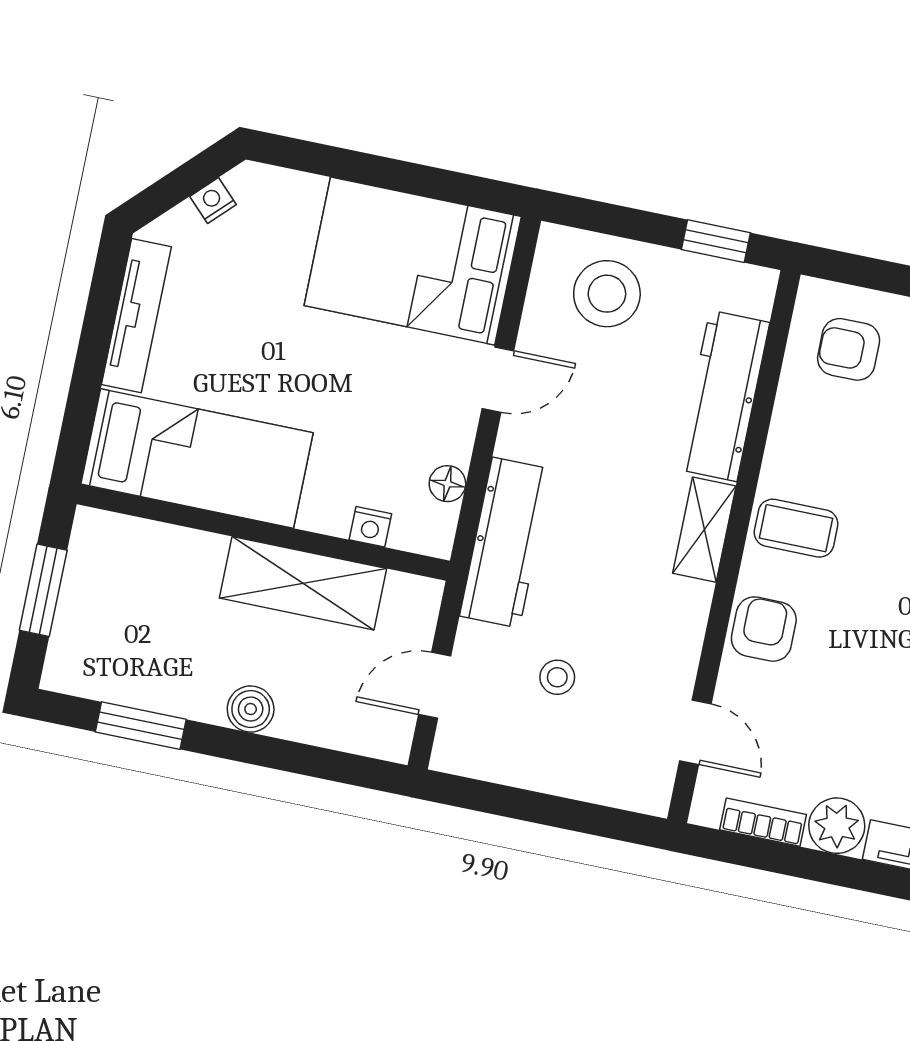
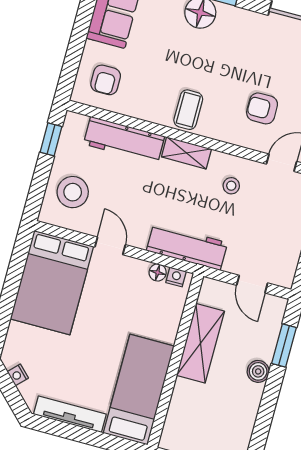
nightstand: (370, 527) -> (176, 277), moved, turned -90
armchair: (764, 629) -> (262, 108), moved
stool: (557, 677) -> (231, 186), moved
window: (141, 726) -> (284, 345), moved

